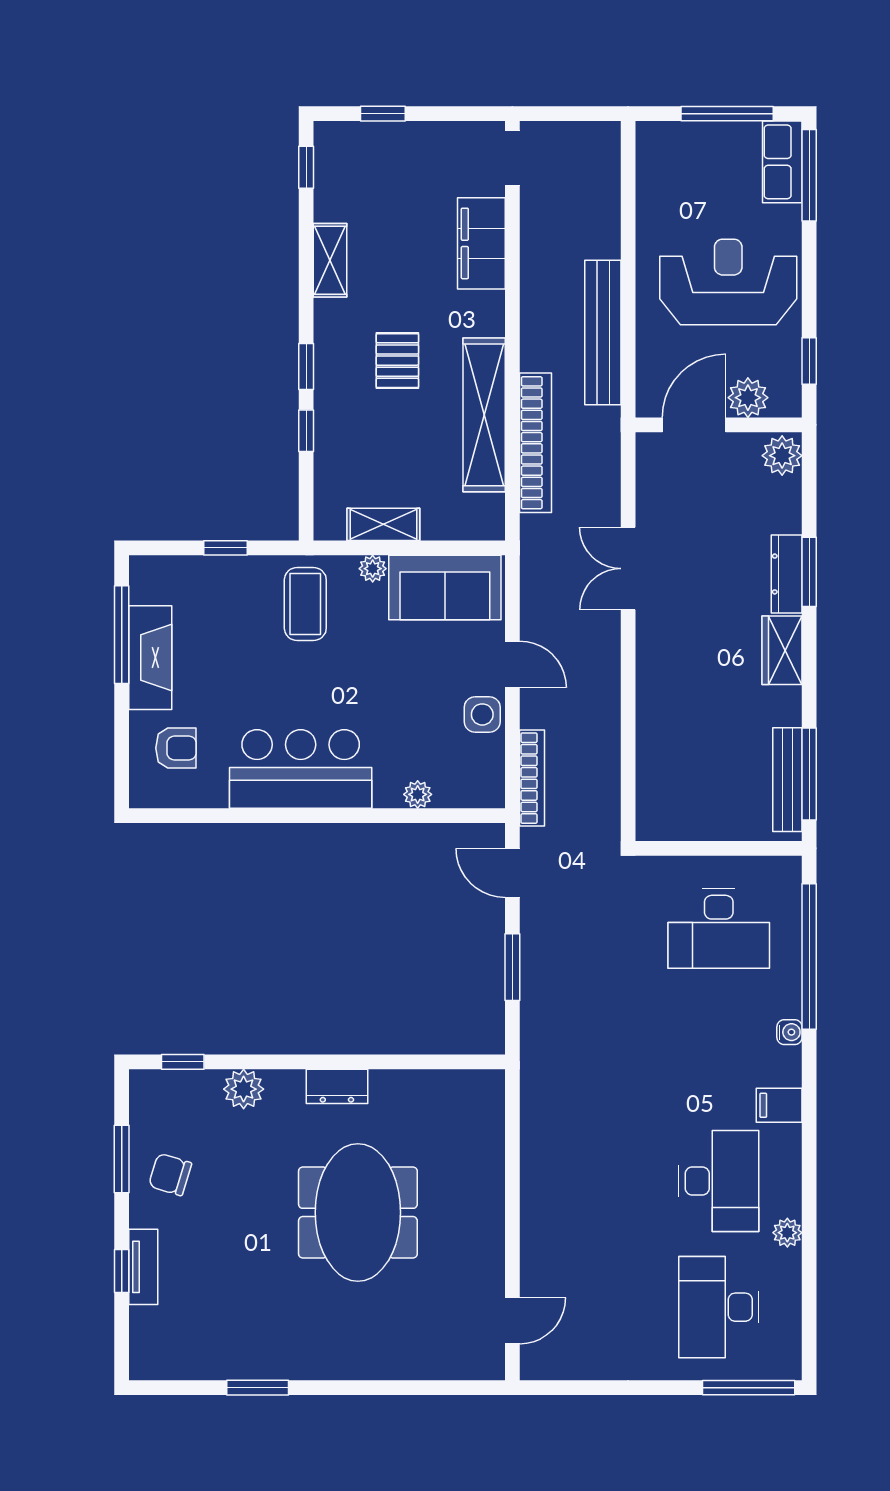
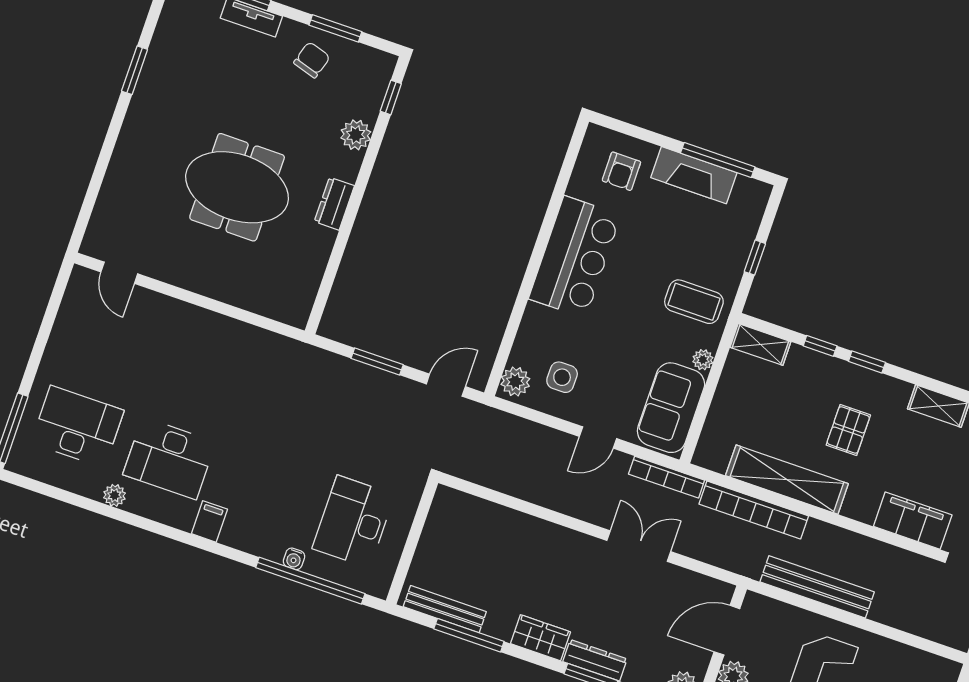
pallet: (397, 361) -> (848, 430), turned 90
door: (694, 425) -> (727, 630), swing flipped
shelving: (383, 524) -> (760, 344), moved, turned 90
side table: (482, 714) -> (562, 377), moved
window: (809, 774) -> (469, 635), moved
bookcase: (532, 778) -> (667, 477), moved
plant: (418, 794) -> (515, 382), moved, width x1.38, depth x1.38
water cooler: (789, 1032) -> (294, 559), moved

